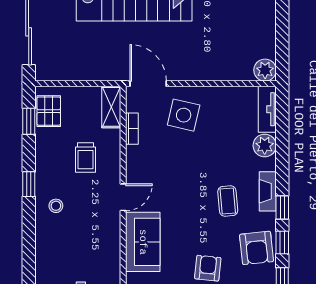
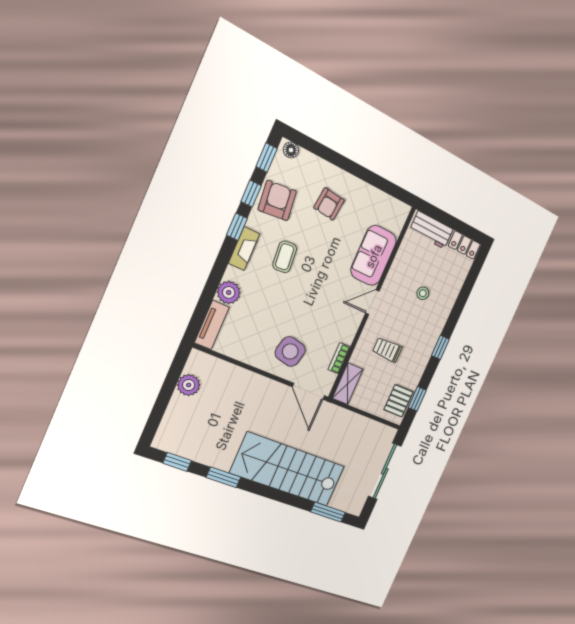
plant: (265, 70) -> (189, 385), moved
trolley: (86, 158) -> (387, 350), turned -90
stool: (56, 206) -> (423, 293), moved

